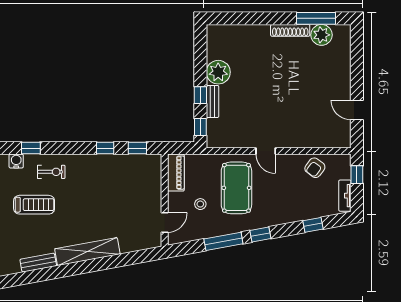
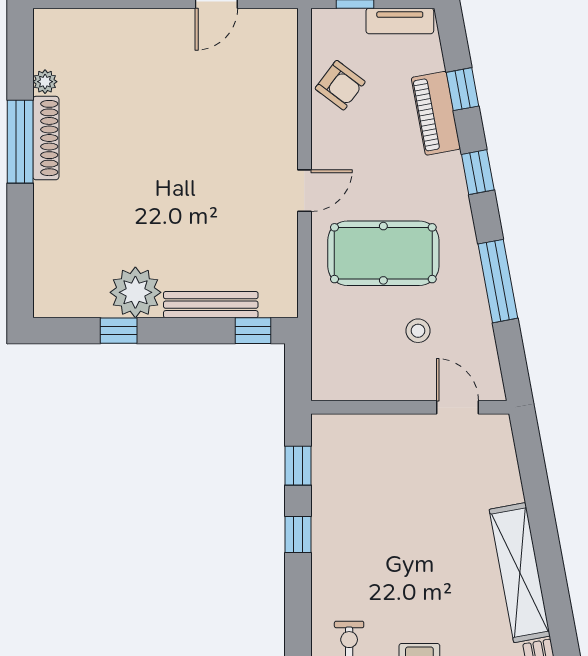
window: (316, 18) -> (20, 142), moved
plant: (321, 35) -> (45, 82), width x0.53, depth x0.53
window: (200, 95) -> (119, 331), moved
bench: (212, 101) -> (211, 305), width x1.36
piano: (176, 173) -> (436, 113), moved, turned -100
window: (260, 235) -> (478, 172), moved

